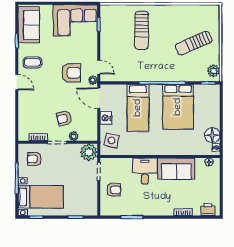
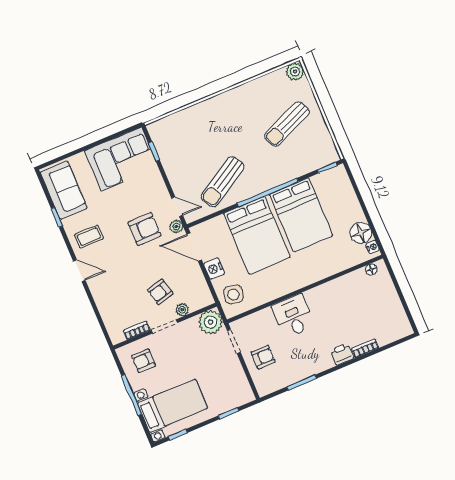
sun lounger: (142, 30) -> (223, 182), moved, turned 58
plant: (214, 71) -> (295, 72), moved
bed: (138, 108) -> (257, 235), width x1.50
sofa: (176, 169) -> (333, 296), removed
printer: (208, 210) -> (342, 354), moved

